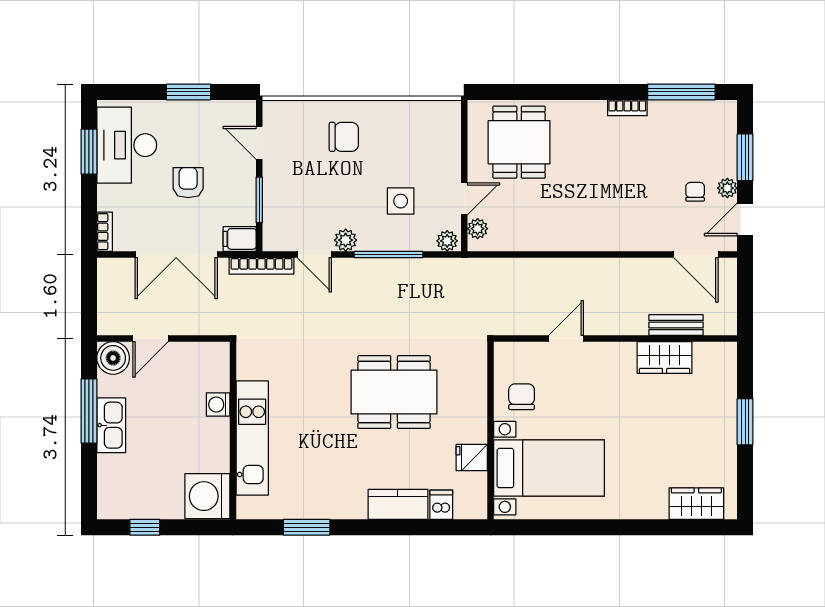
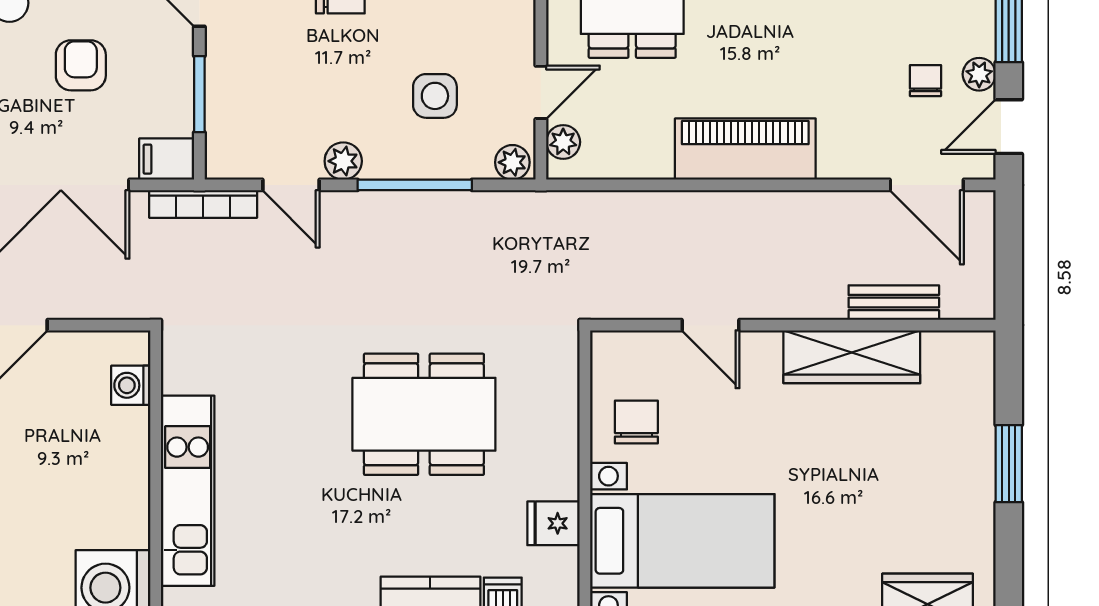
piano: (587, 233) -> (745, 149), added
door: (566, 339) -> (711, 325), swing flipped
wardrobe: (665, 358) -> (852, 357), width x1.50
washing machine: (218, 405) -> (131, 385), moved

